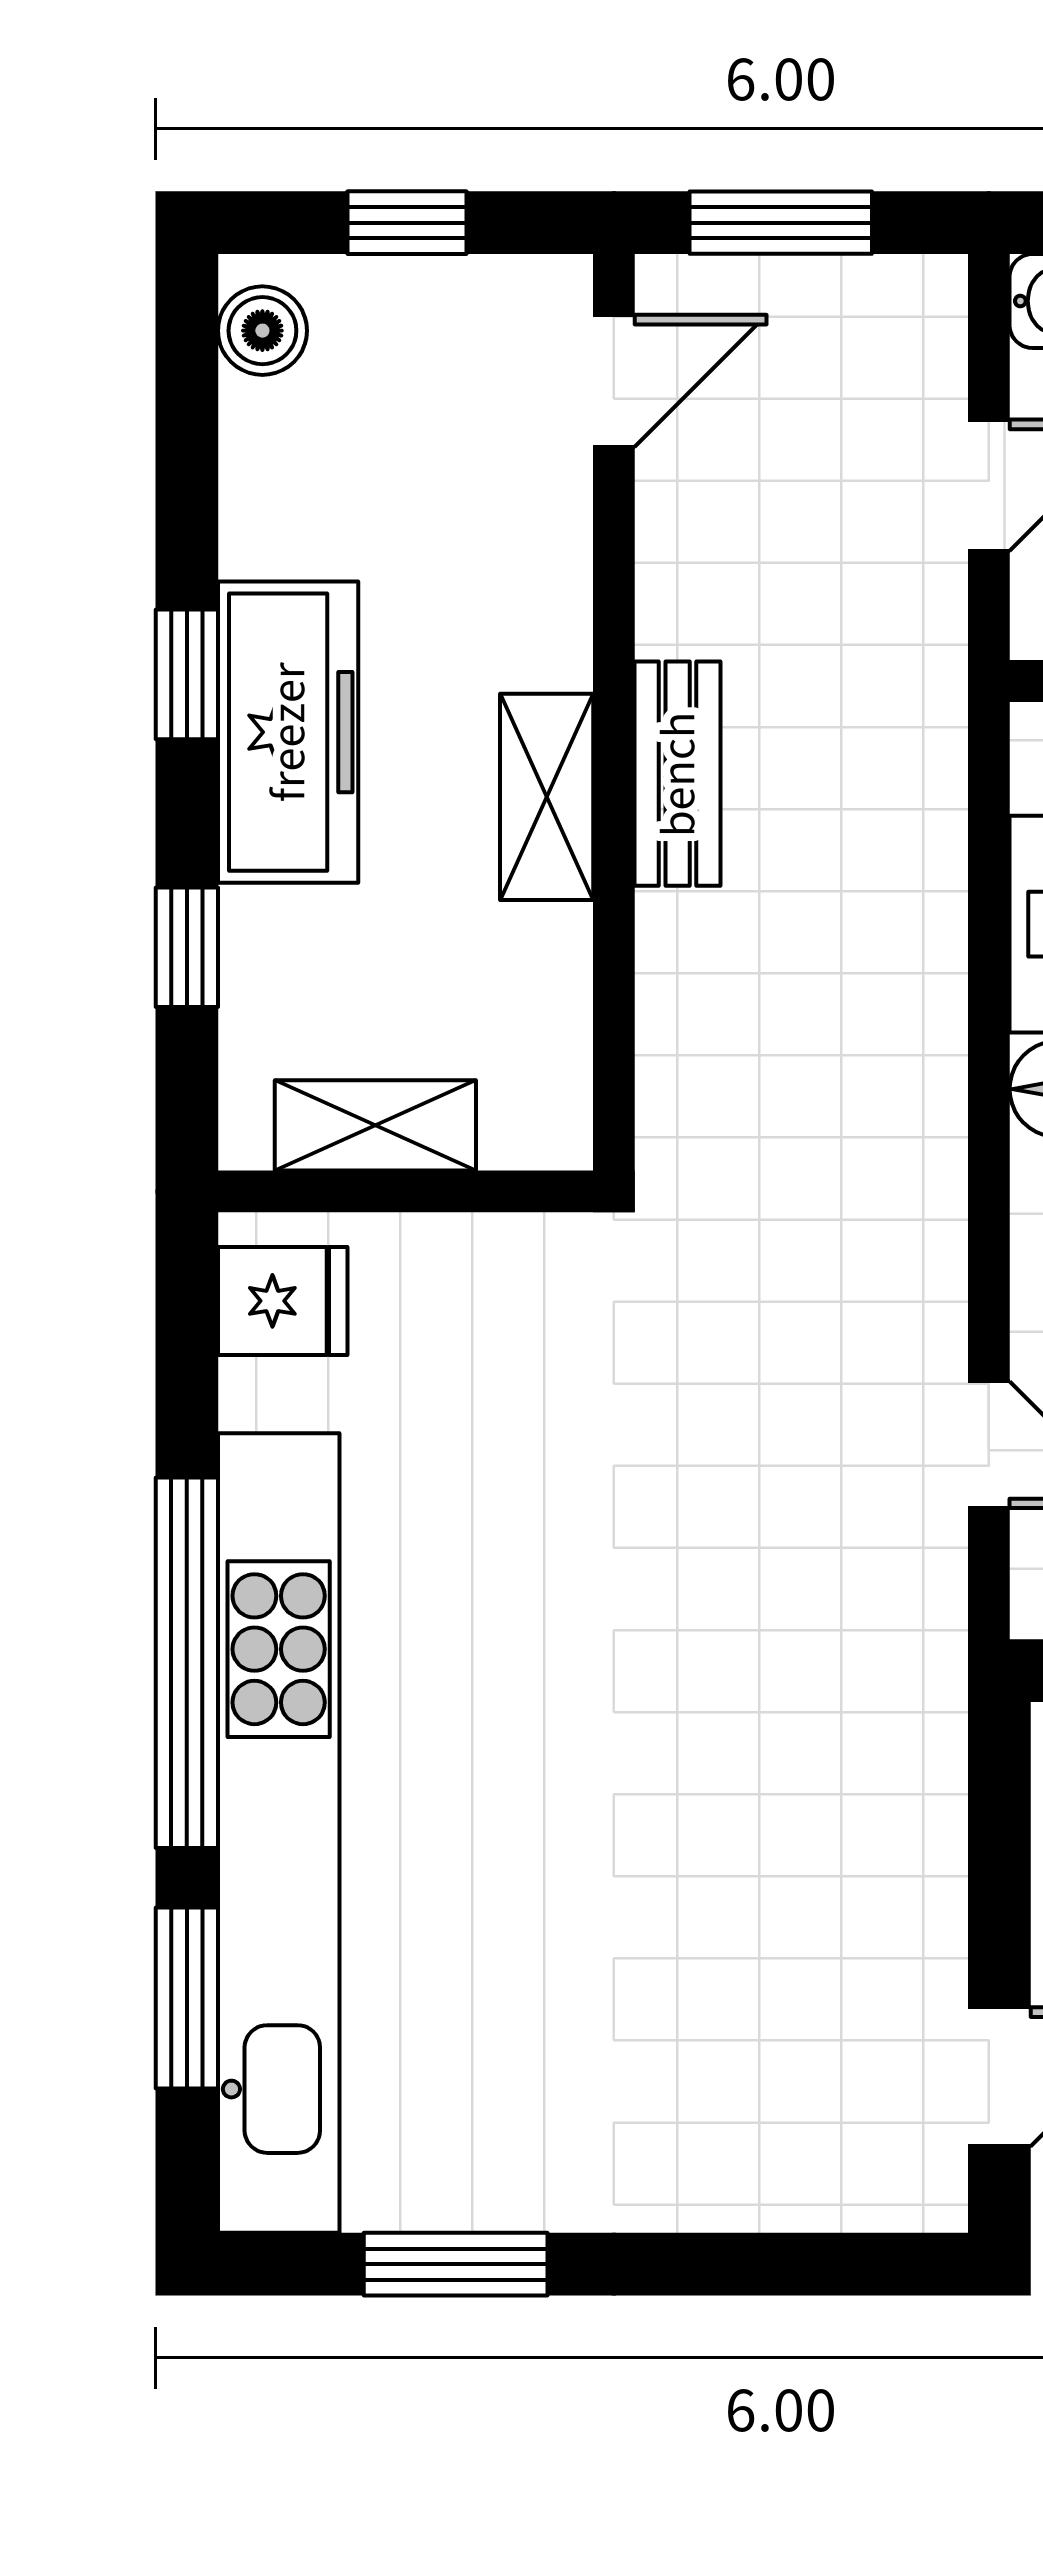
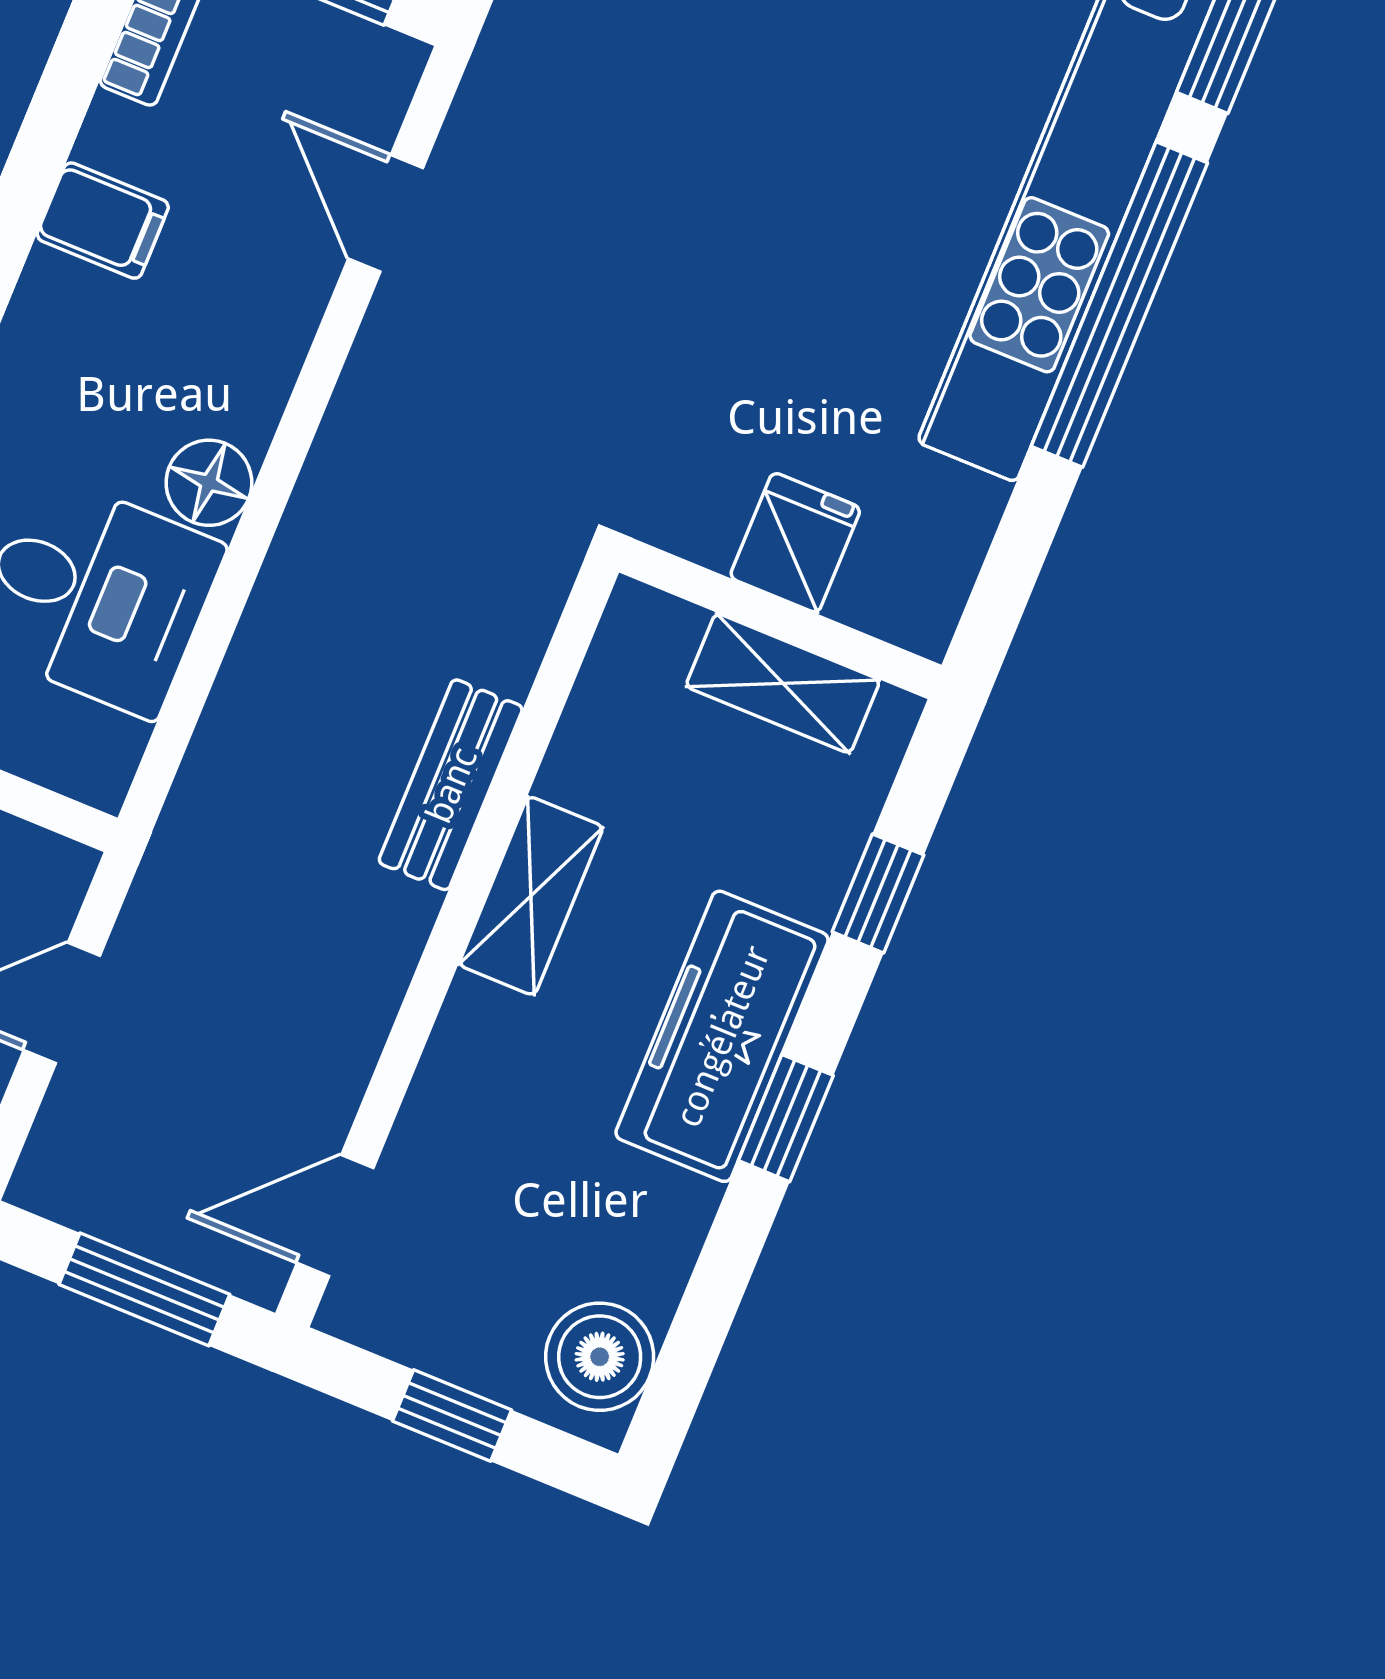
boiler: (262, 331) -> (600, 1357), width x1.36, depth x1.36
bench: (678, 774) -> (451, 785), moved
fridge: (283, 1301) -> (795, 543), moved, turned 90

